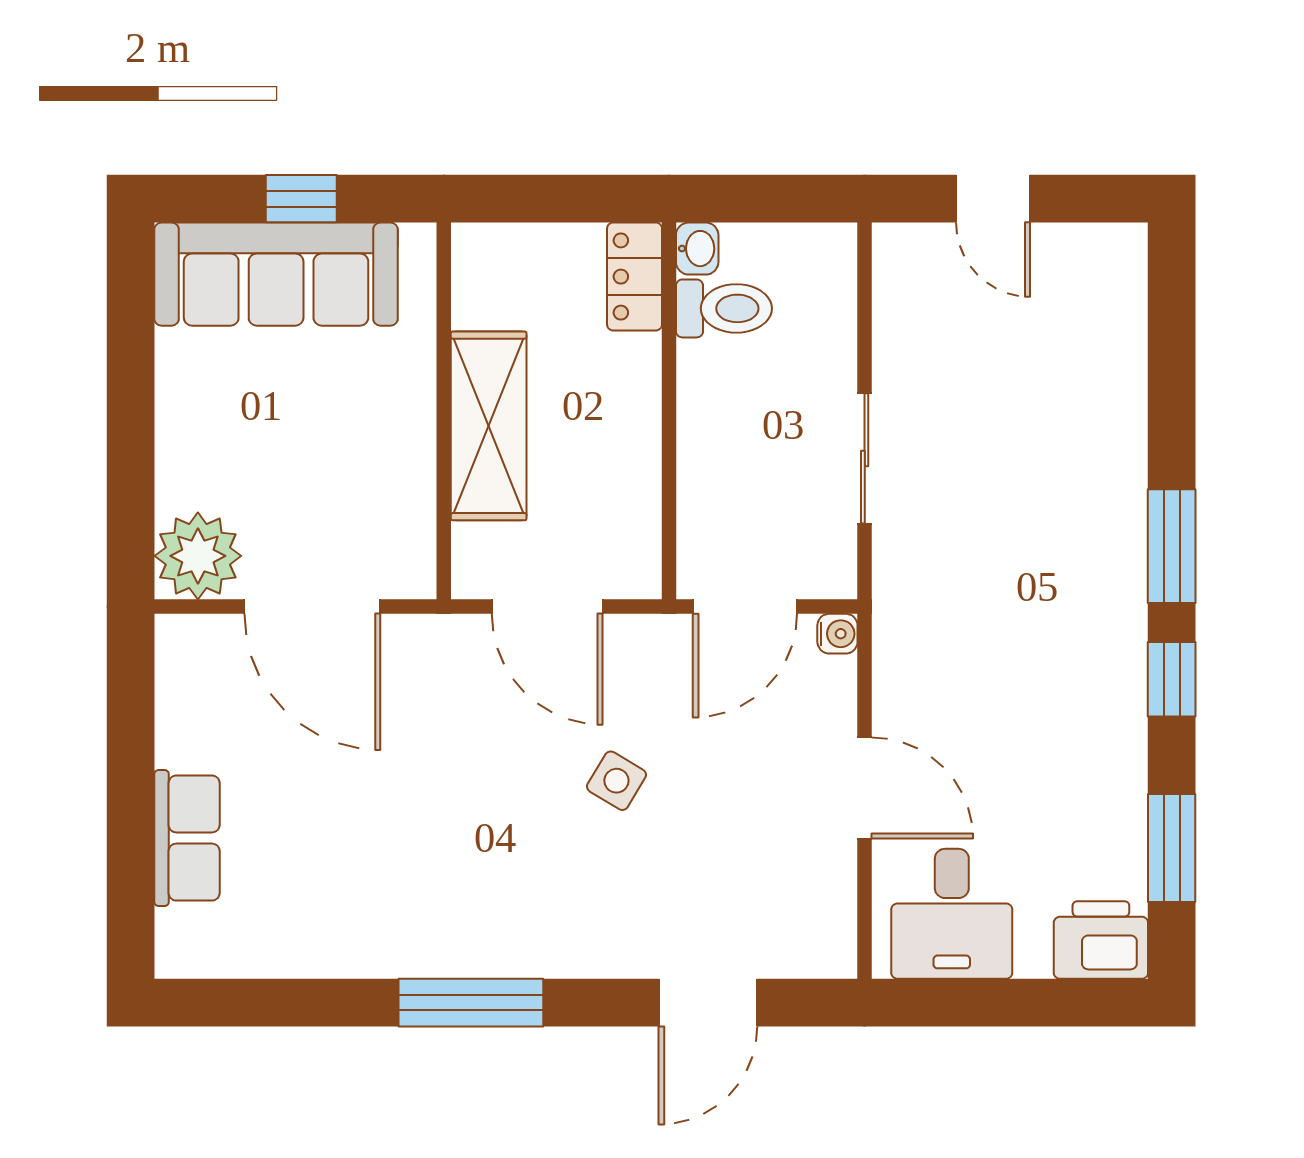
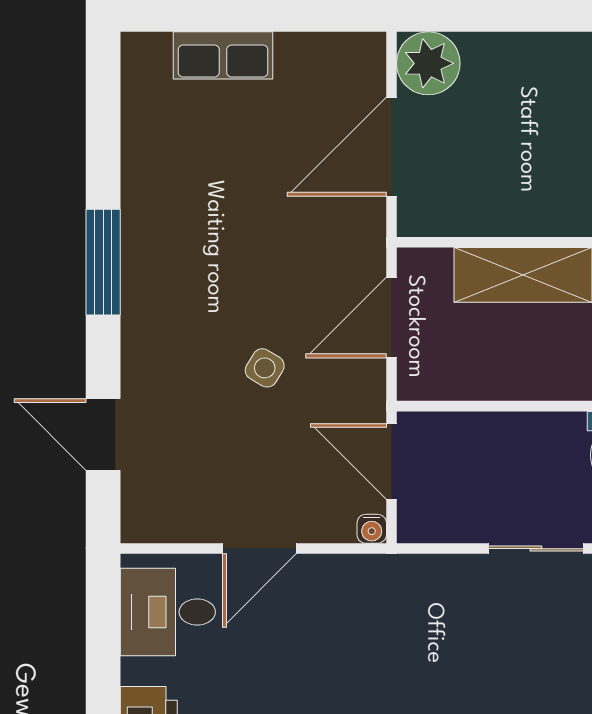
sliding door: (865, 458) -> (536, 549), moved

